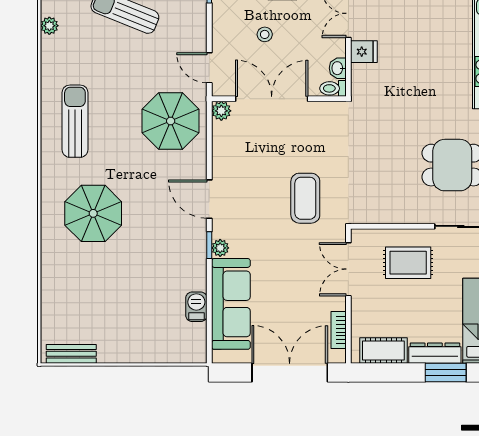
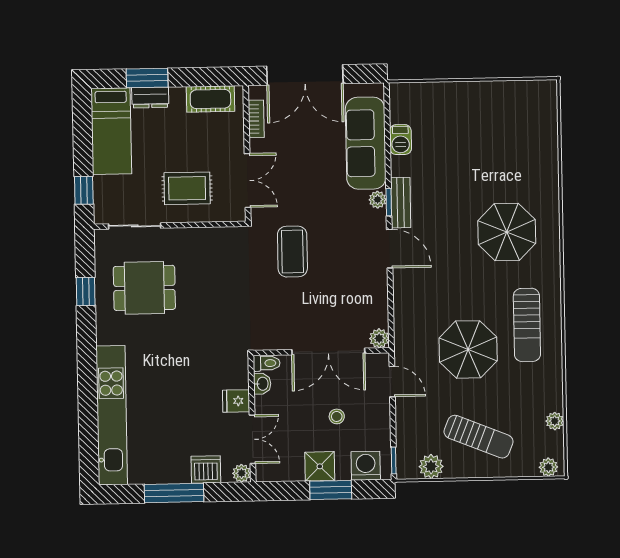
parasol: (171, 121) -> (468, 349), moved
dresser: (435, 353) -> (150, 97), width x0.70
bench: (71, 354) -> (401, 203), moved, turned 90

